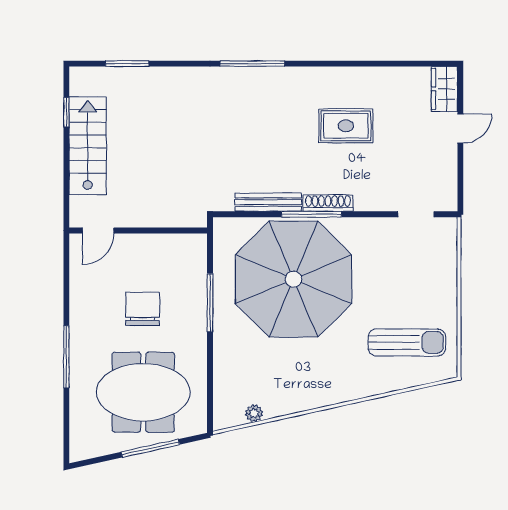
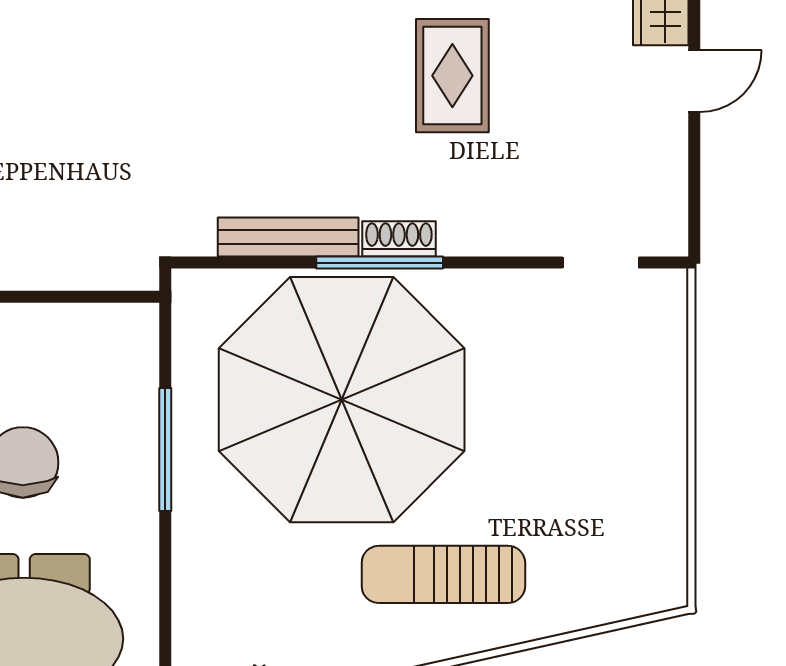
rug: (346, 126) -> (452, 76), turned 90
shoe rack: (328, 203) -> (399, 239), width x0.70
sun lounger: (407, 342) -> (443, 574), moved, turned 180

